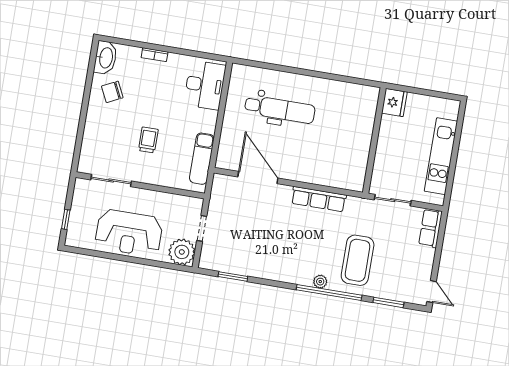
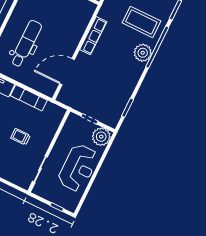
exam couch: (202, 159) -> (29, 98), moved
plant: (320, 282) -> (143, 53), width x1.88, depth x1.88

